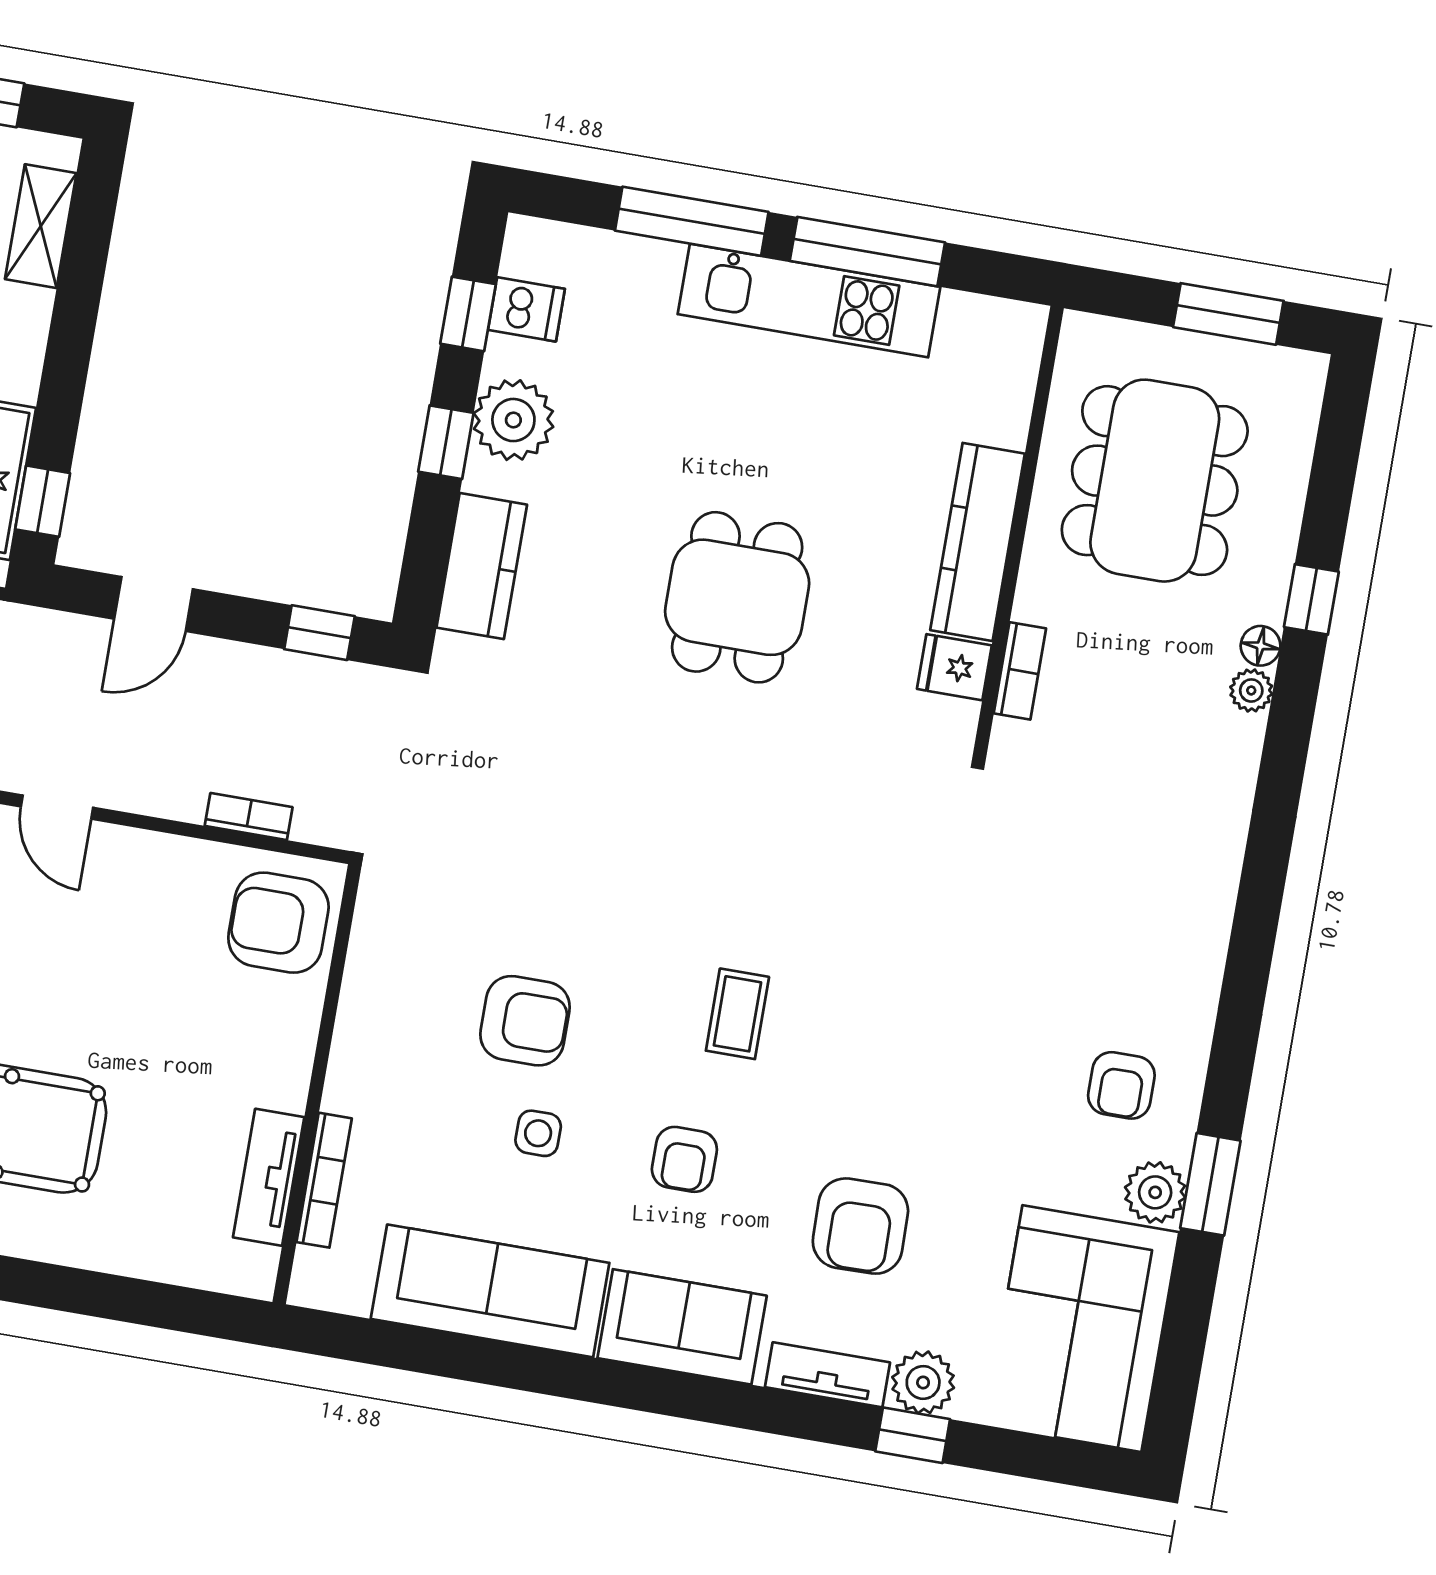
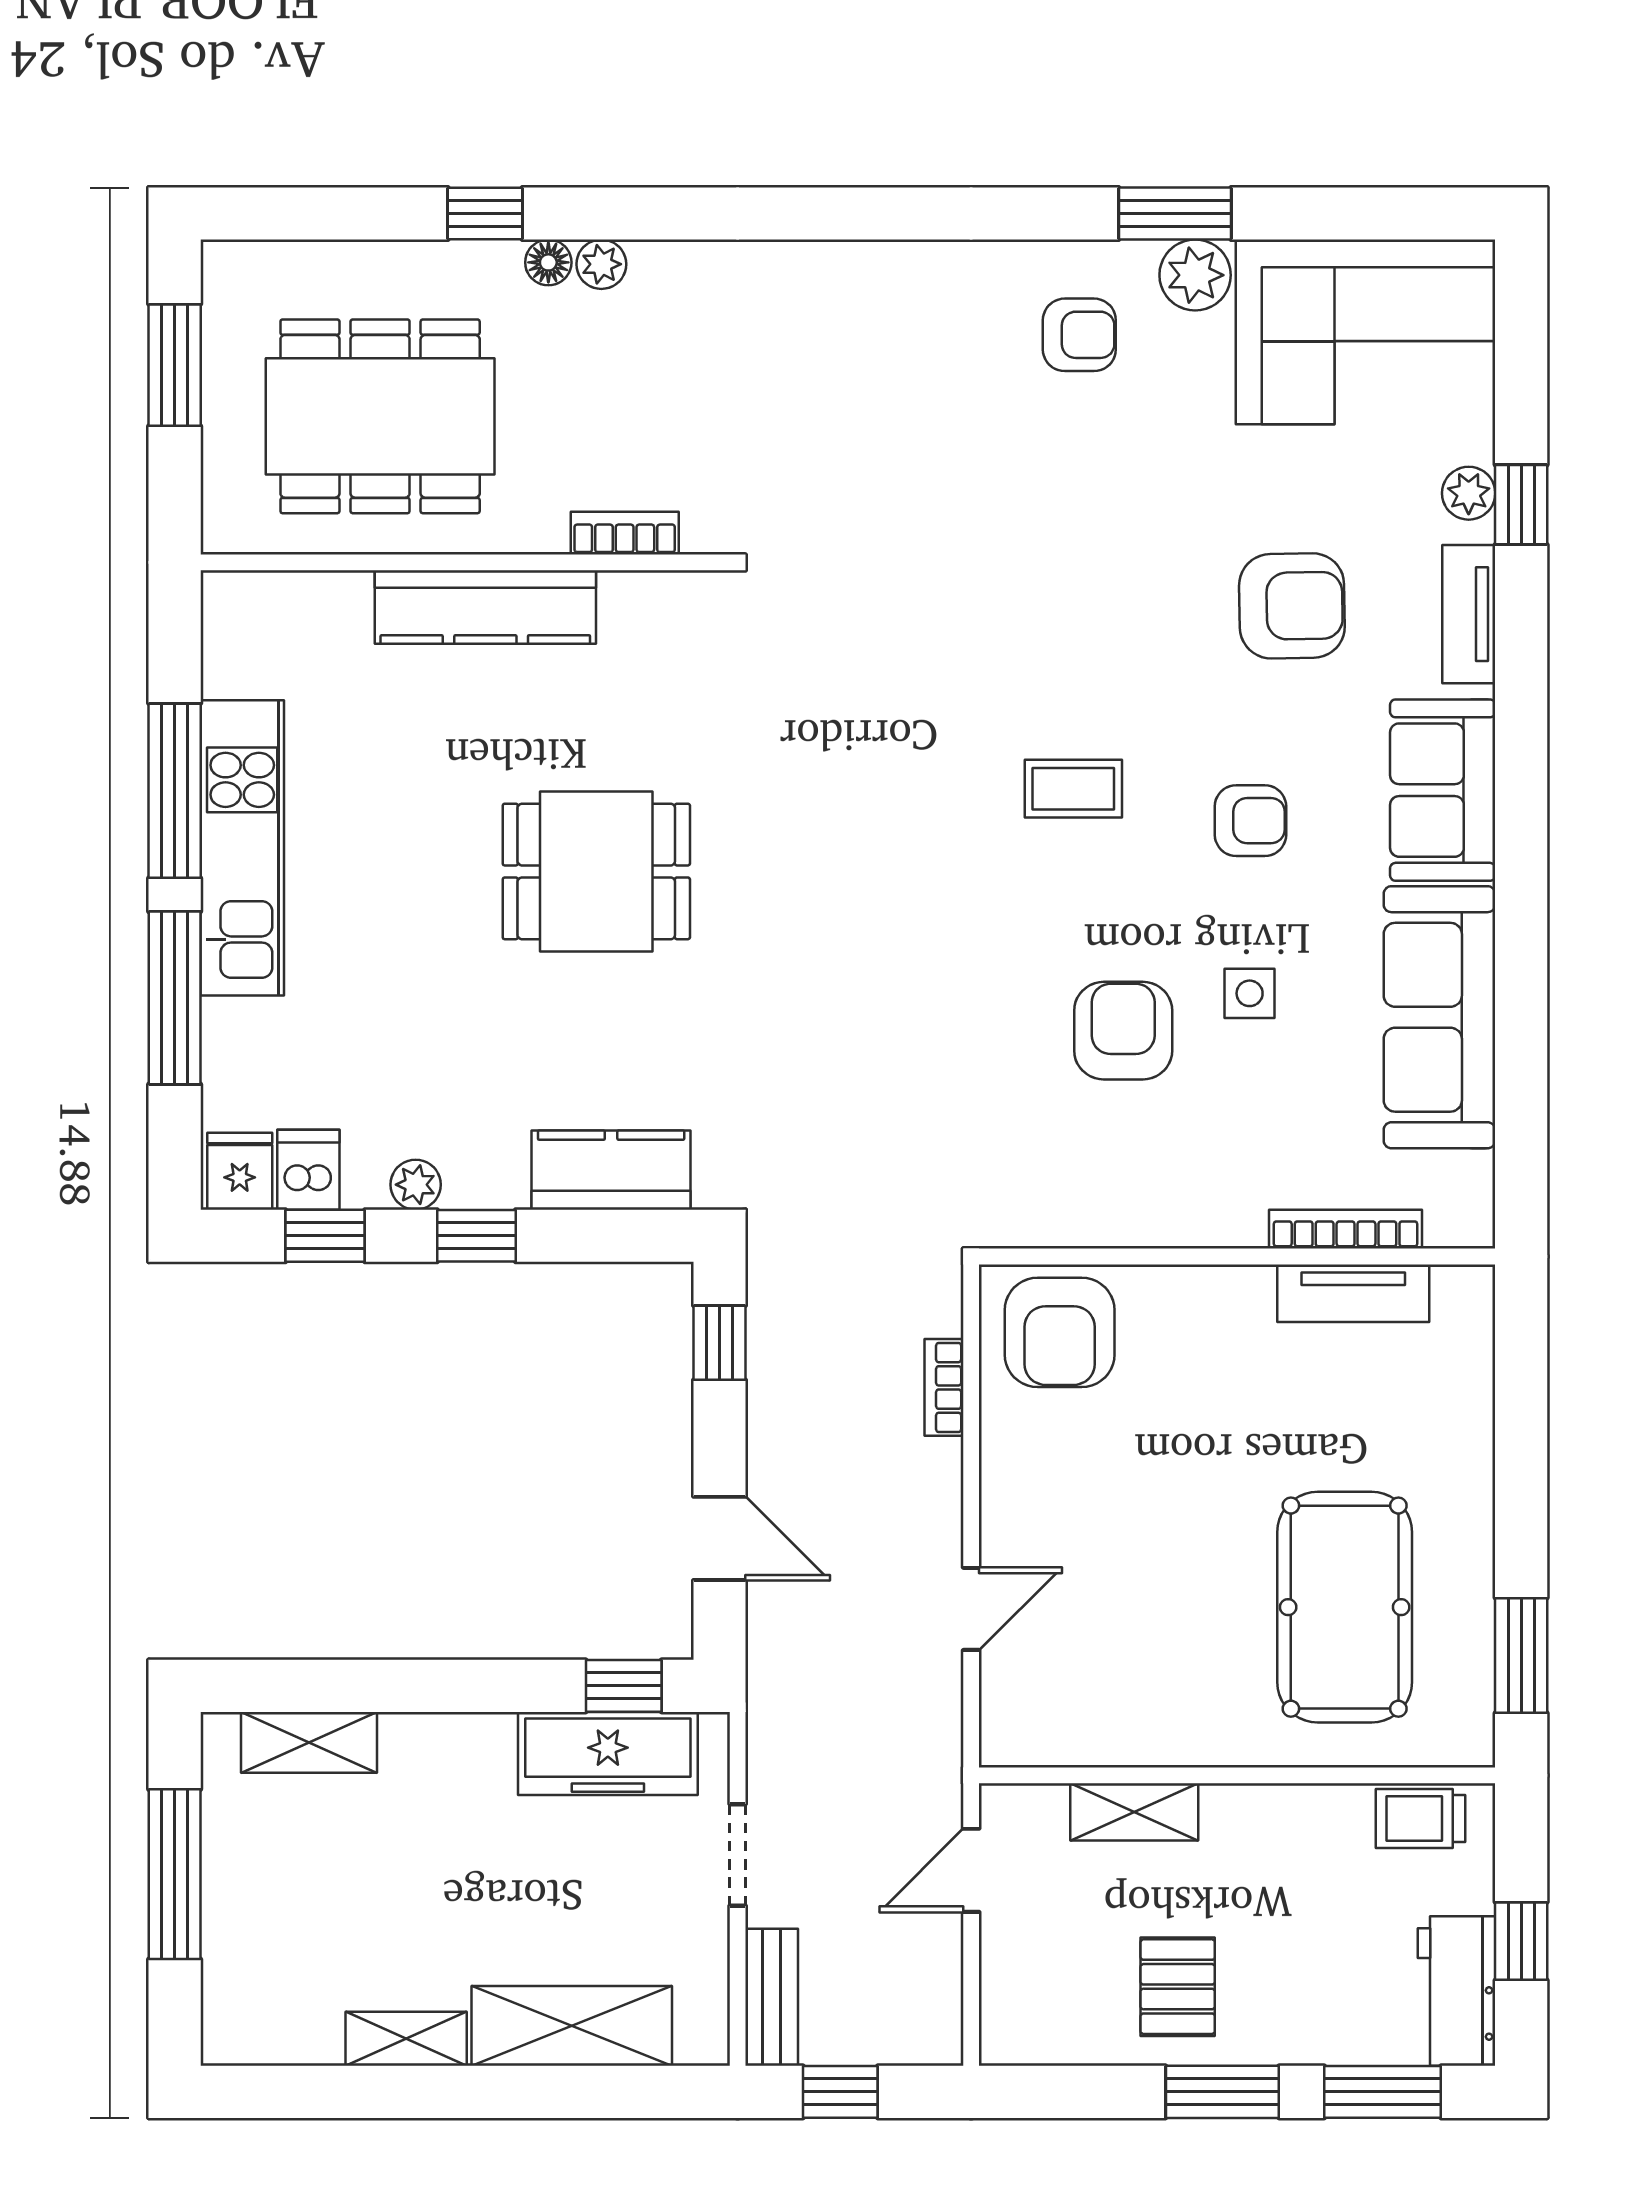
plant: (513, 420) -> (416, 1185), width x0.53, depth x0.53
fridge: (954, 667) -> (240, 1171), moved, turned 180
plant: (923, 1382) -> (1469, 493), width x0.73, depth x0.73

